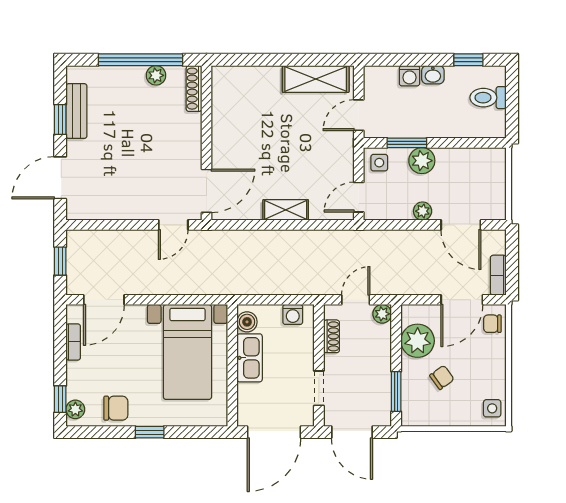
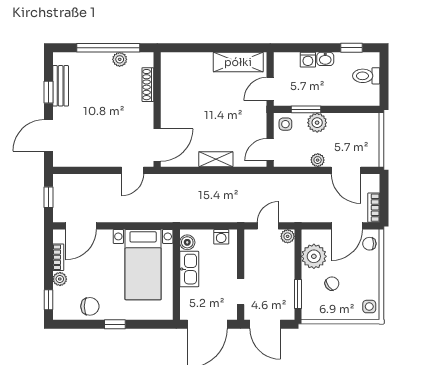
shoe rack: (194, 89) -> (148, 85), moved
shoe rack: (332, 336) -> (250, 253), removed
plant: (75, 409) -> (60, 279), moved

